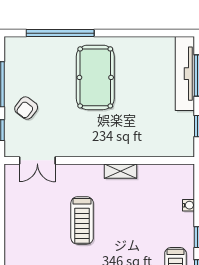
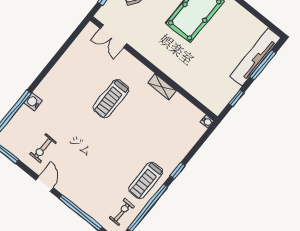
water cooler: (188, 205) -> (207, 122), moved

